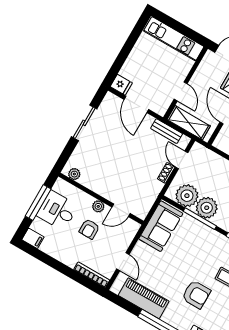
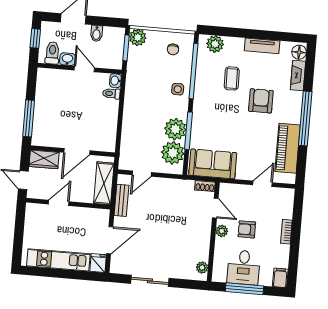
kitchen unit: (174, 39) -> (58, 260), moved, turned -90
door: (181, 91) -> (59, 203), moved
shoe rack: (166, 173) -> (205, 186), moved
armchair: (89, 229) -> (247, 229), turned 180
bookcase: (92, 275) -> (286, 232), moved, width x0.64

